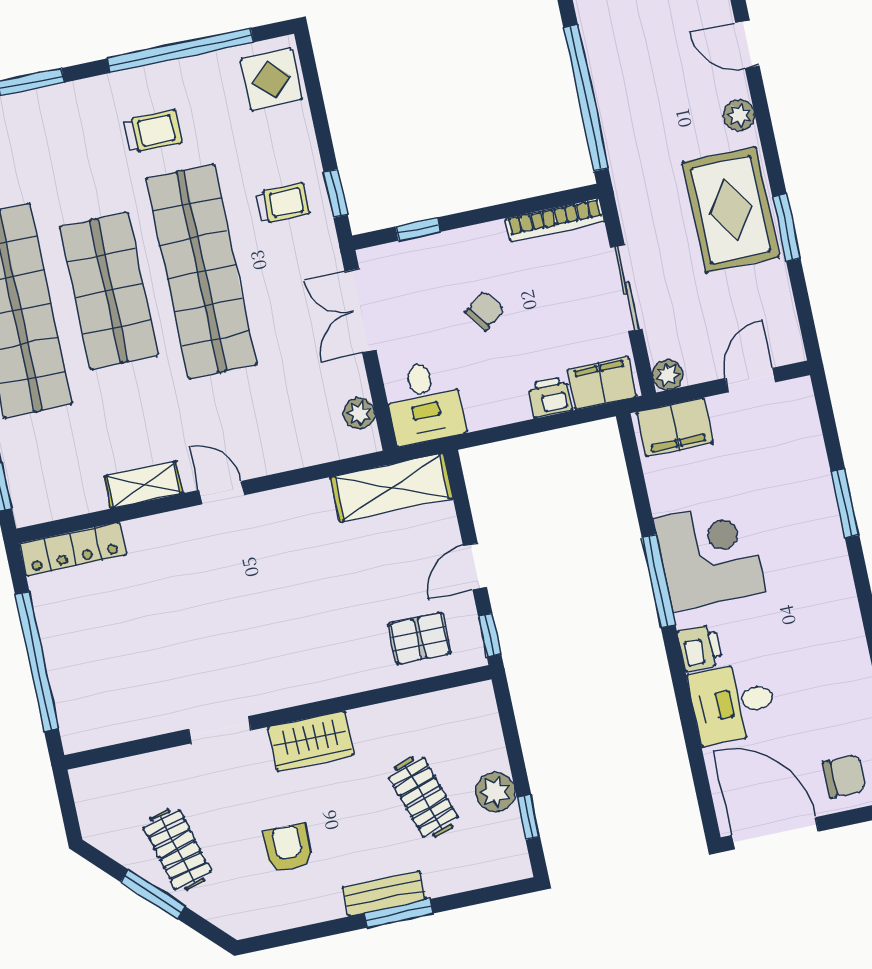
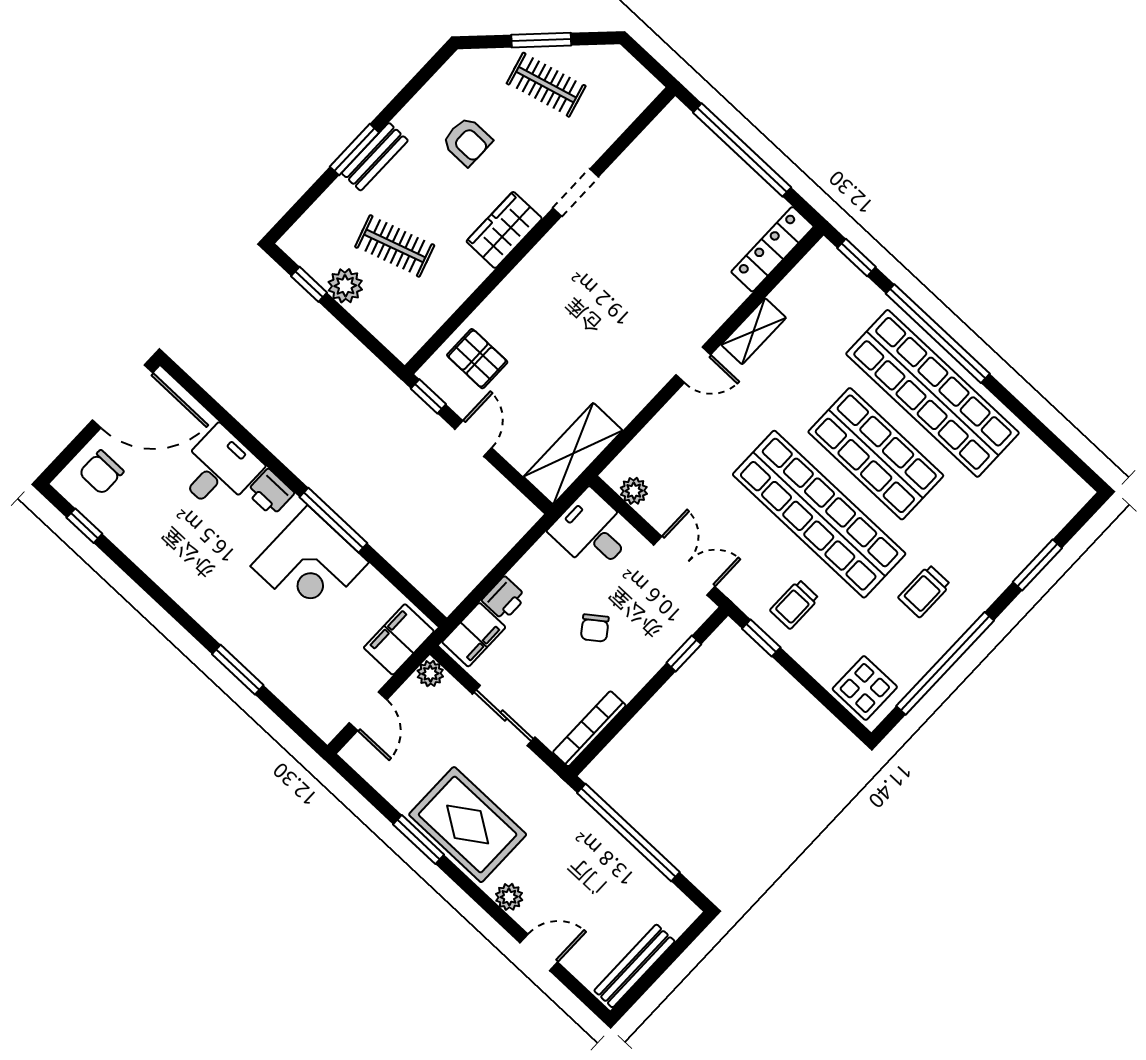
pallet: (420, 638) -> (477, 359), turned 90

